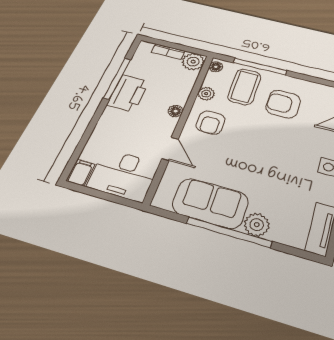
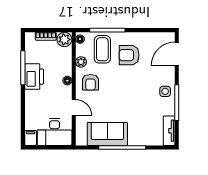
plant: (257, 225) -> (135, 139), removed

